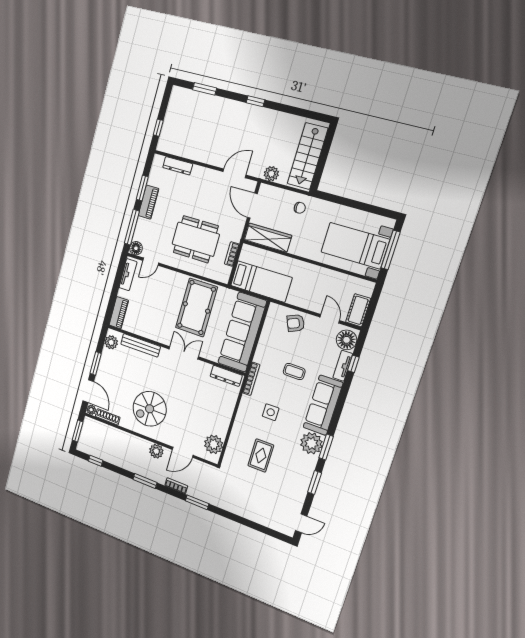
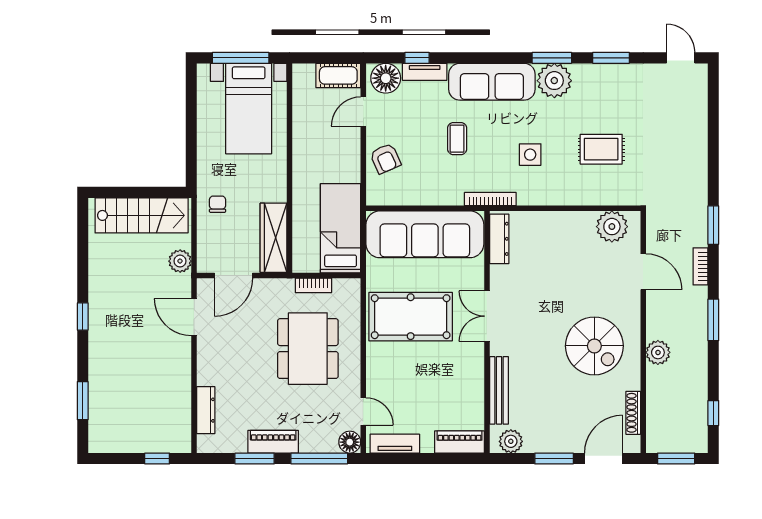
plant: (91, 410) -> (632, 445), removed
plant: (156, 451) -> (658, 352), moved

